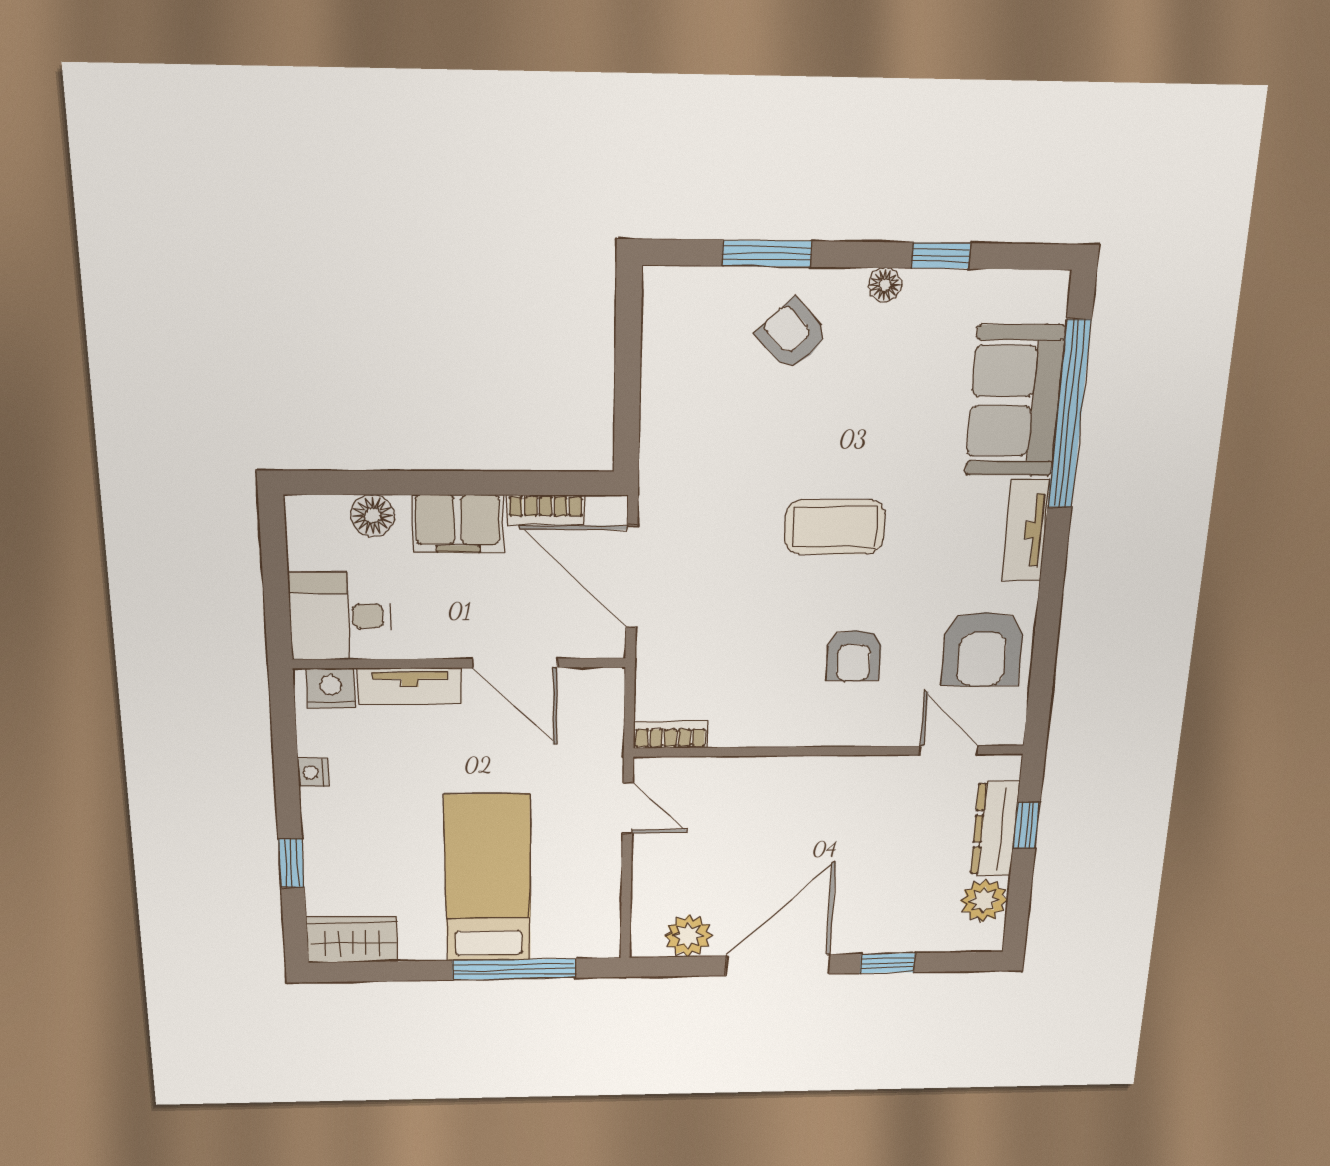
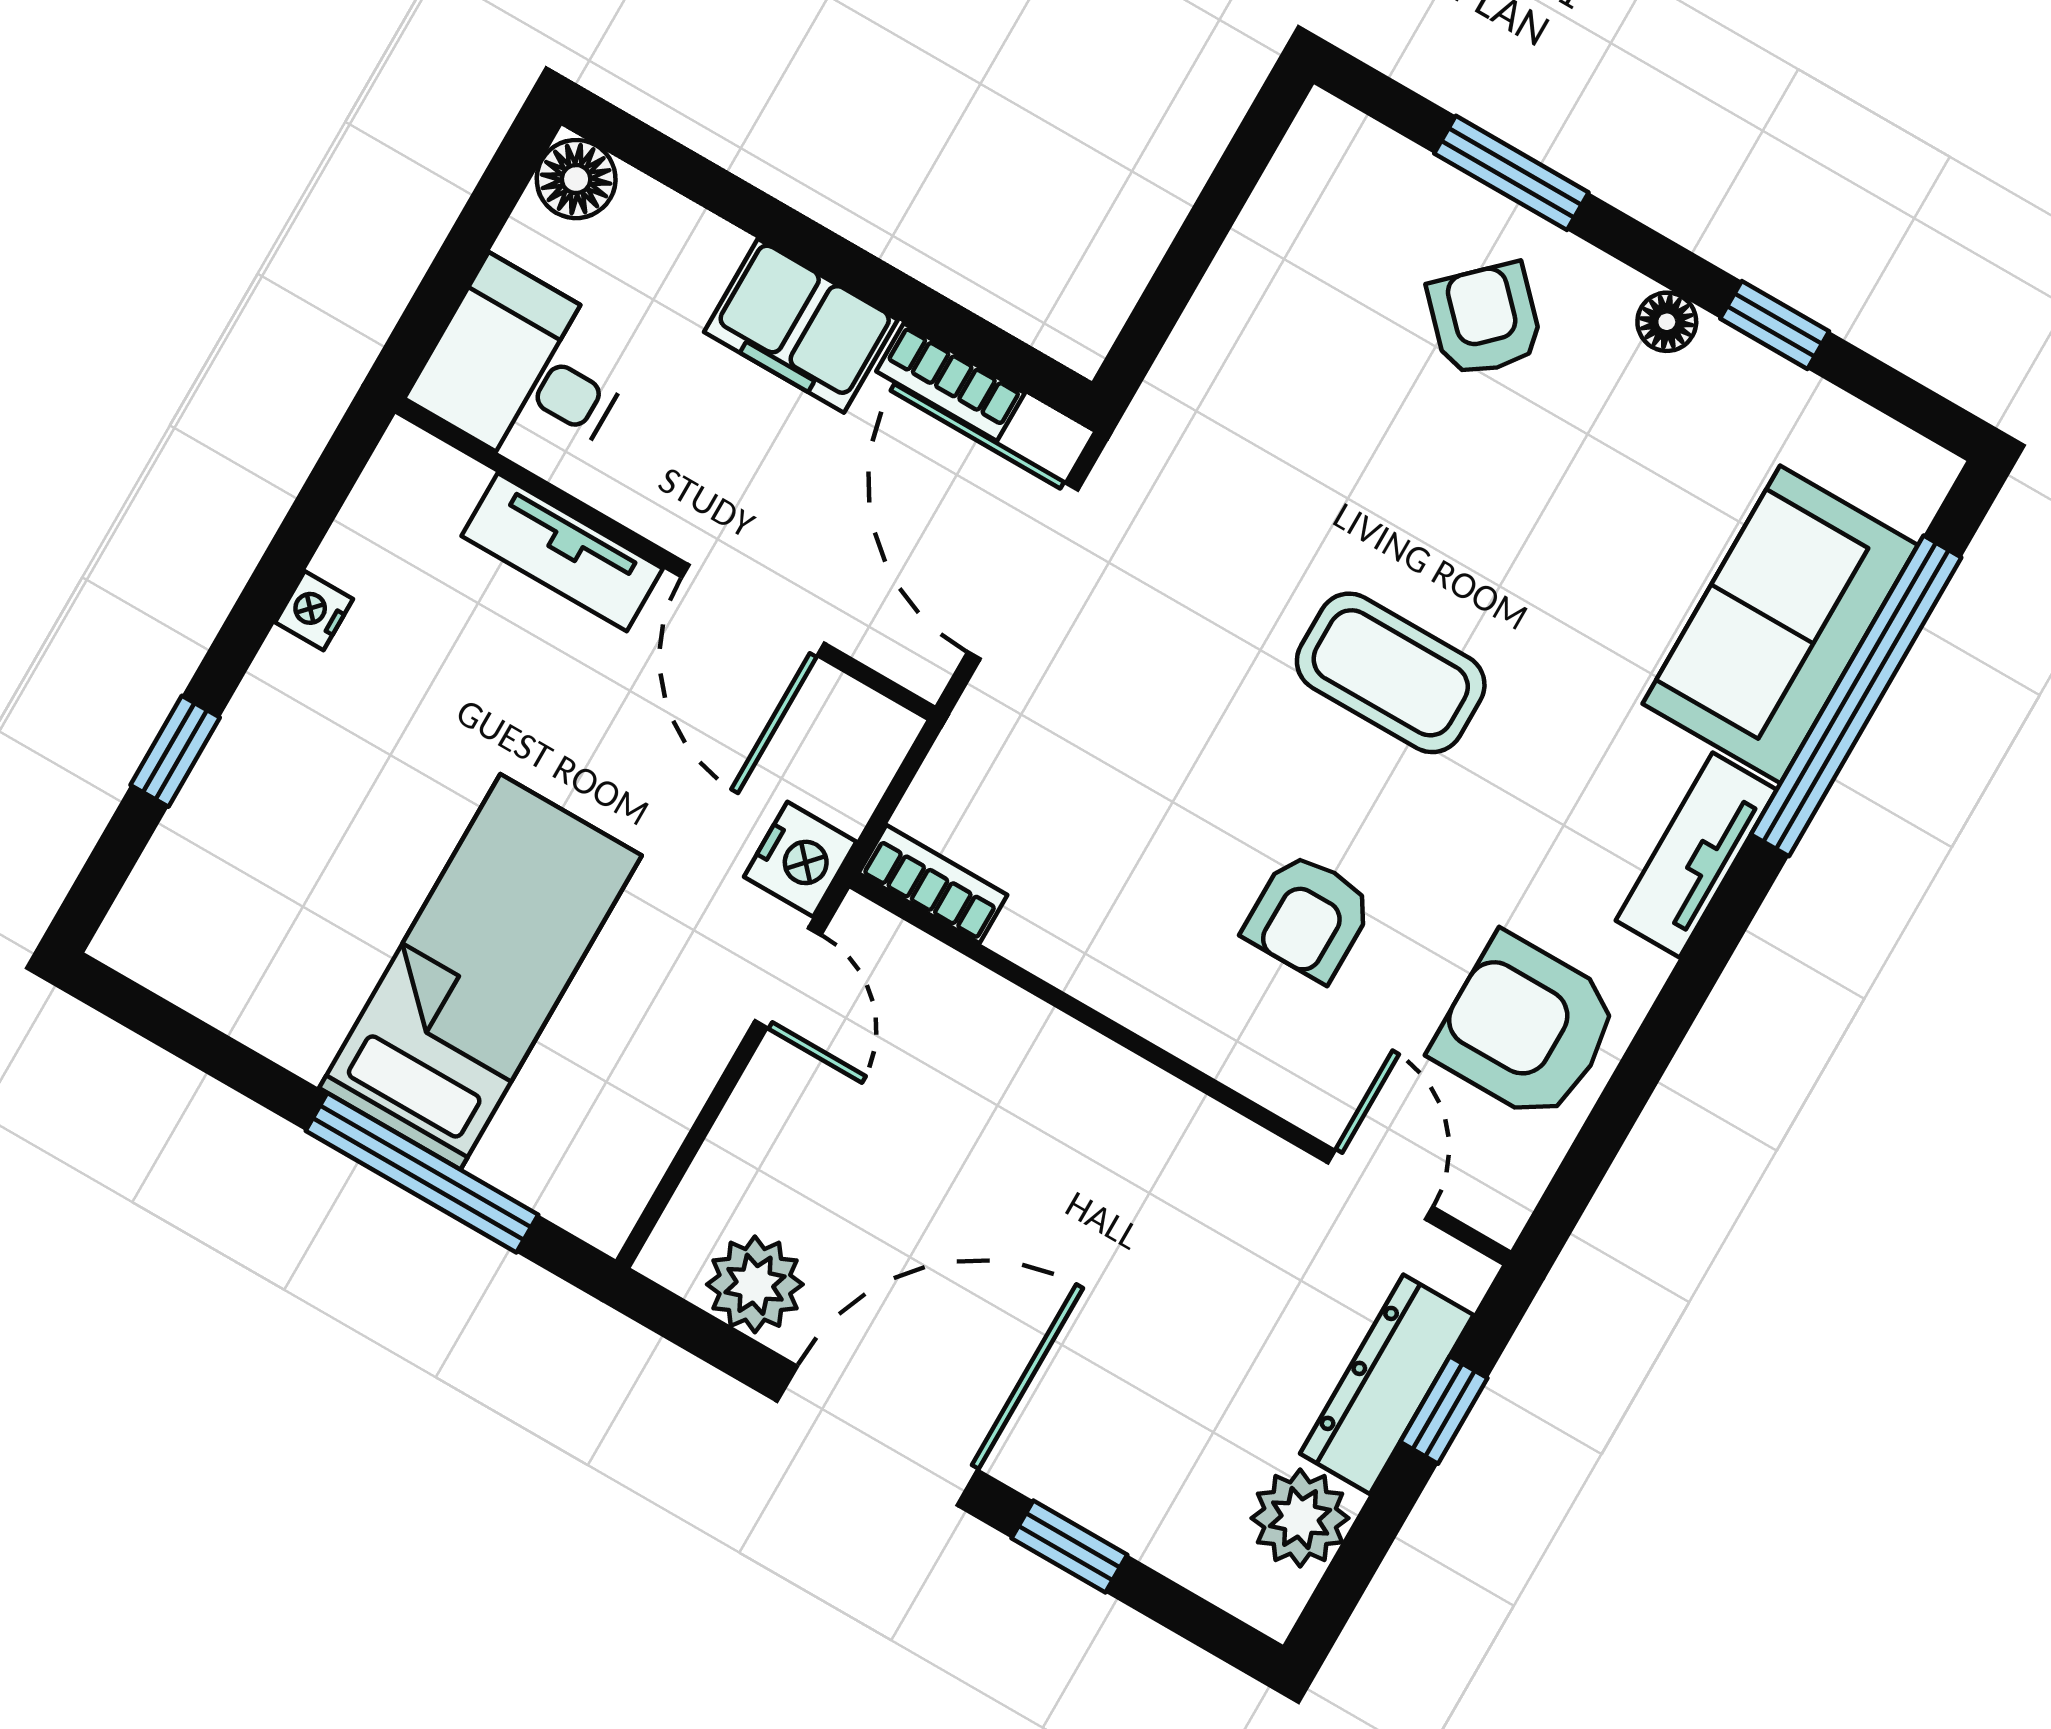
floor lamp: (373, 516) -> (576, 179), moved
armchair: (983, 649) -> (1526, 1028), turned 90
nightstand: (331, 688) -> (800, 859), moved, turned 90
wardrobe: (352, 940) -> (185, 952), removed

